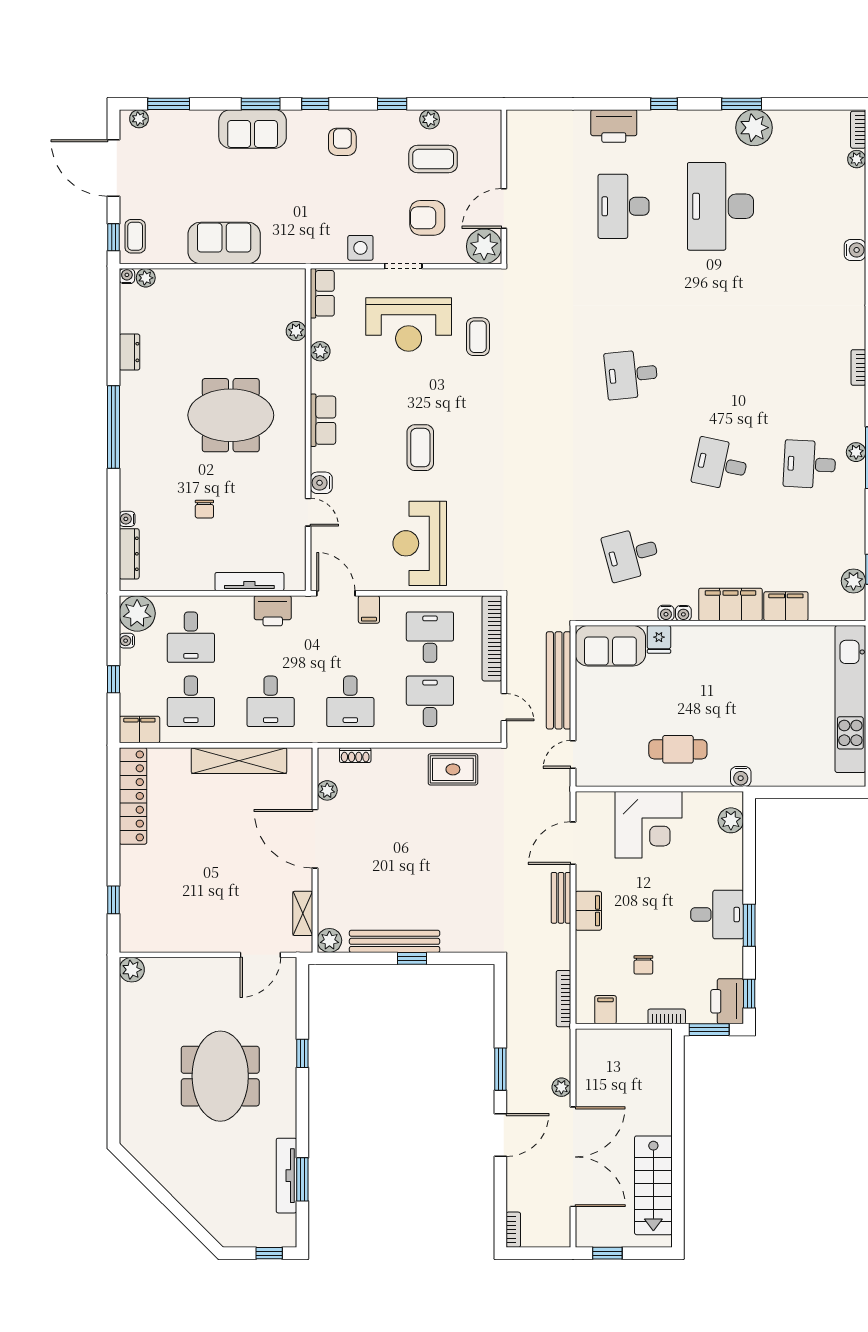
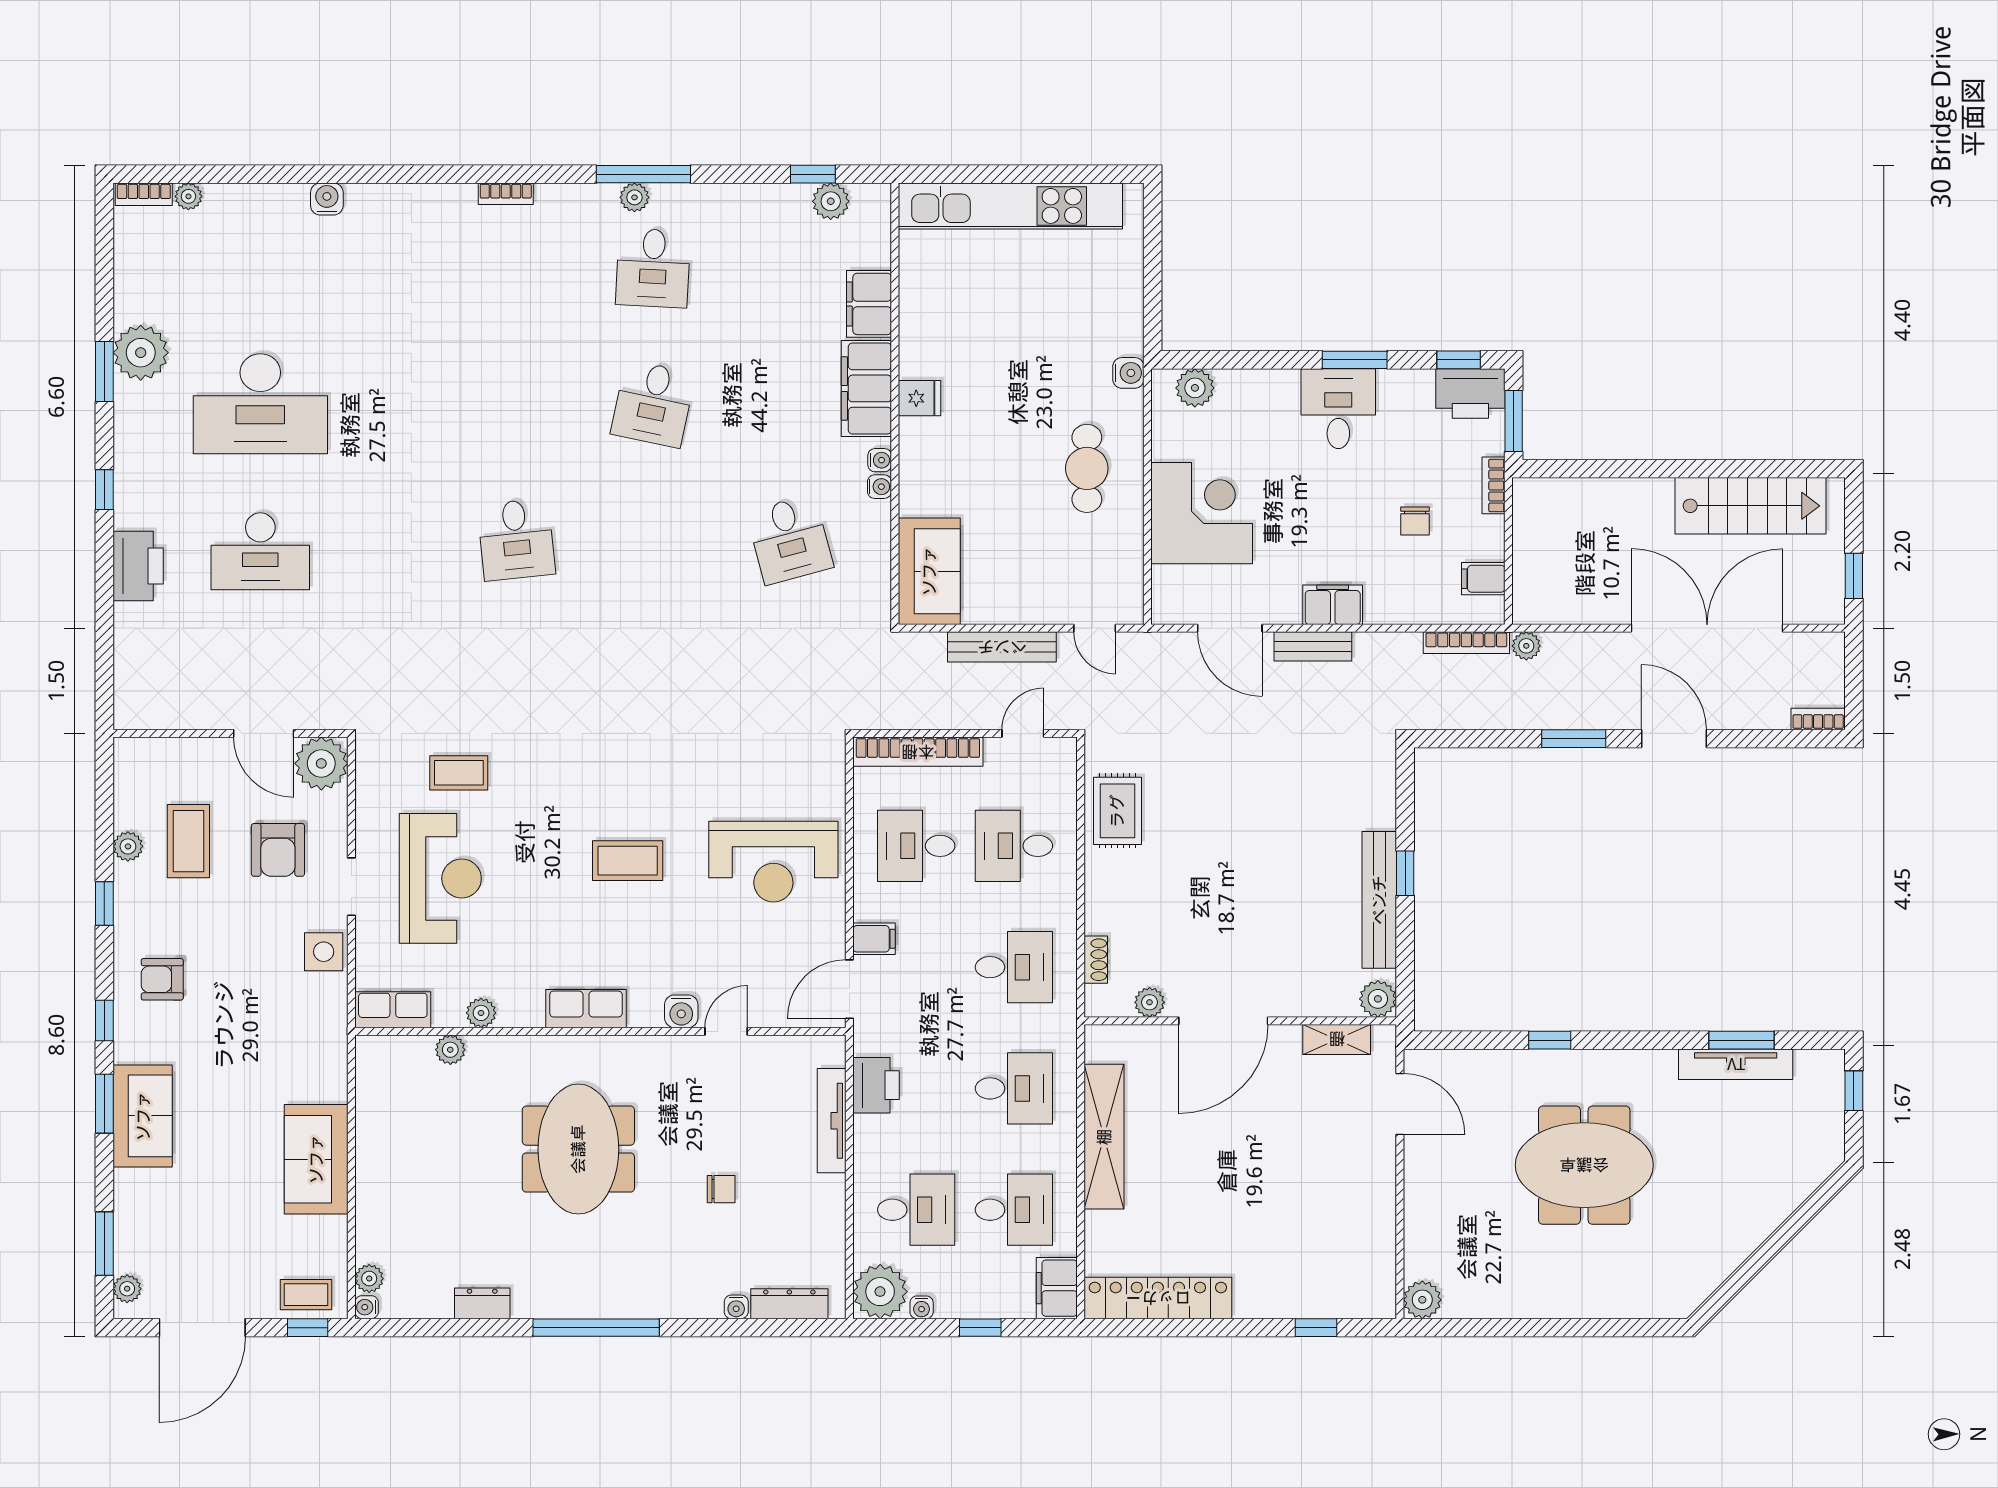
fridge: (659, 639) -> (920, 398), moved
bench: (559, 680) -> (1002, 647), width x0.73, depth x0.82
chair: (643, 965) -> (1415, 521), turned 90
plant: (561, 1087) -> (1526, 646), moved

